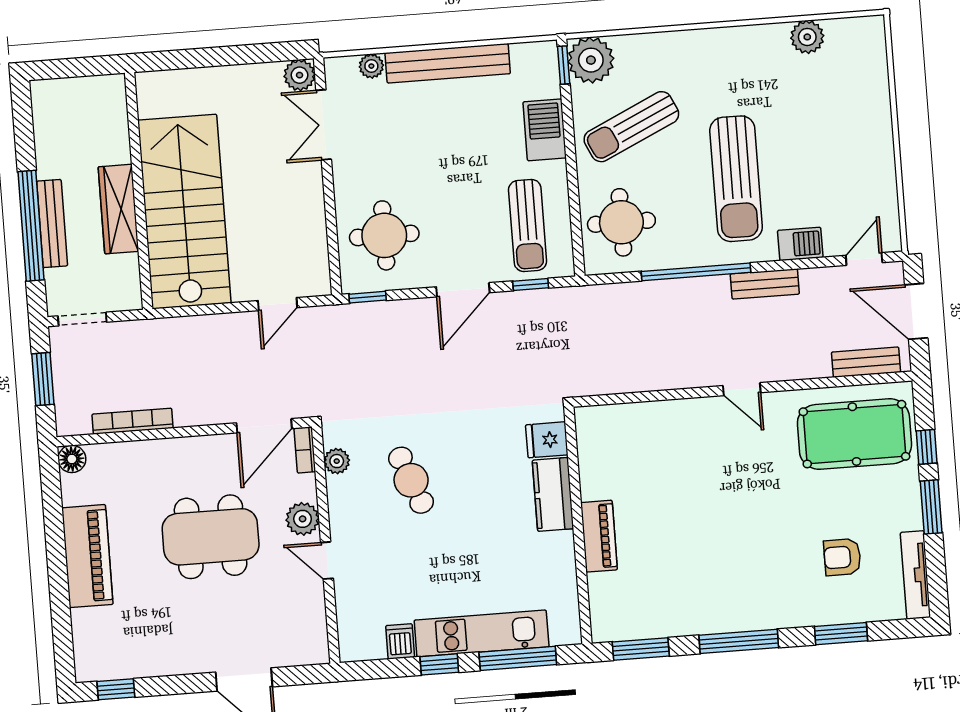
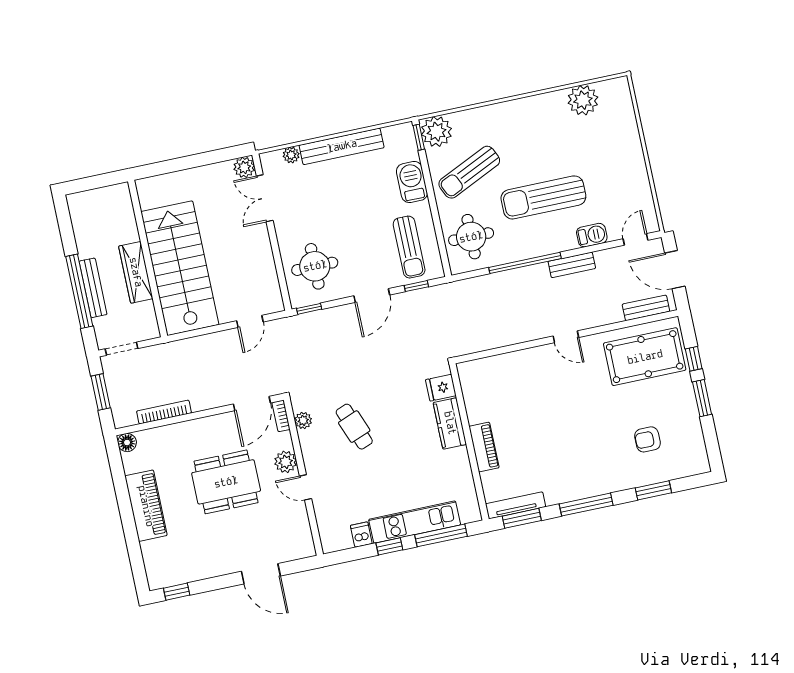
plant: (807, 37) -> (583, 100), width x1.36, depth x1.36
sun lounger: (736, 179) -> (543, 197), turned 90
tv unit: (916, 575) -> (516, 505), moved, turned 90

